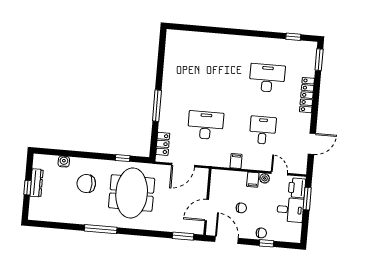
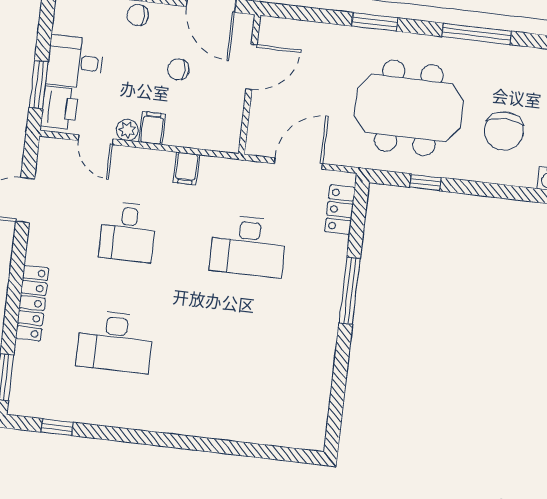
chair: (86, 184) -> (504, 131), turned 90
meeting table: (132, 193) -> (409, 108), turned 90
window: (183, 236) -> (375, 22), moved

